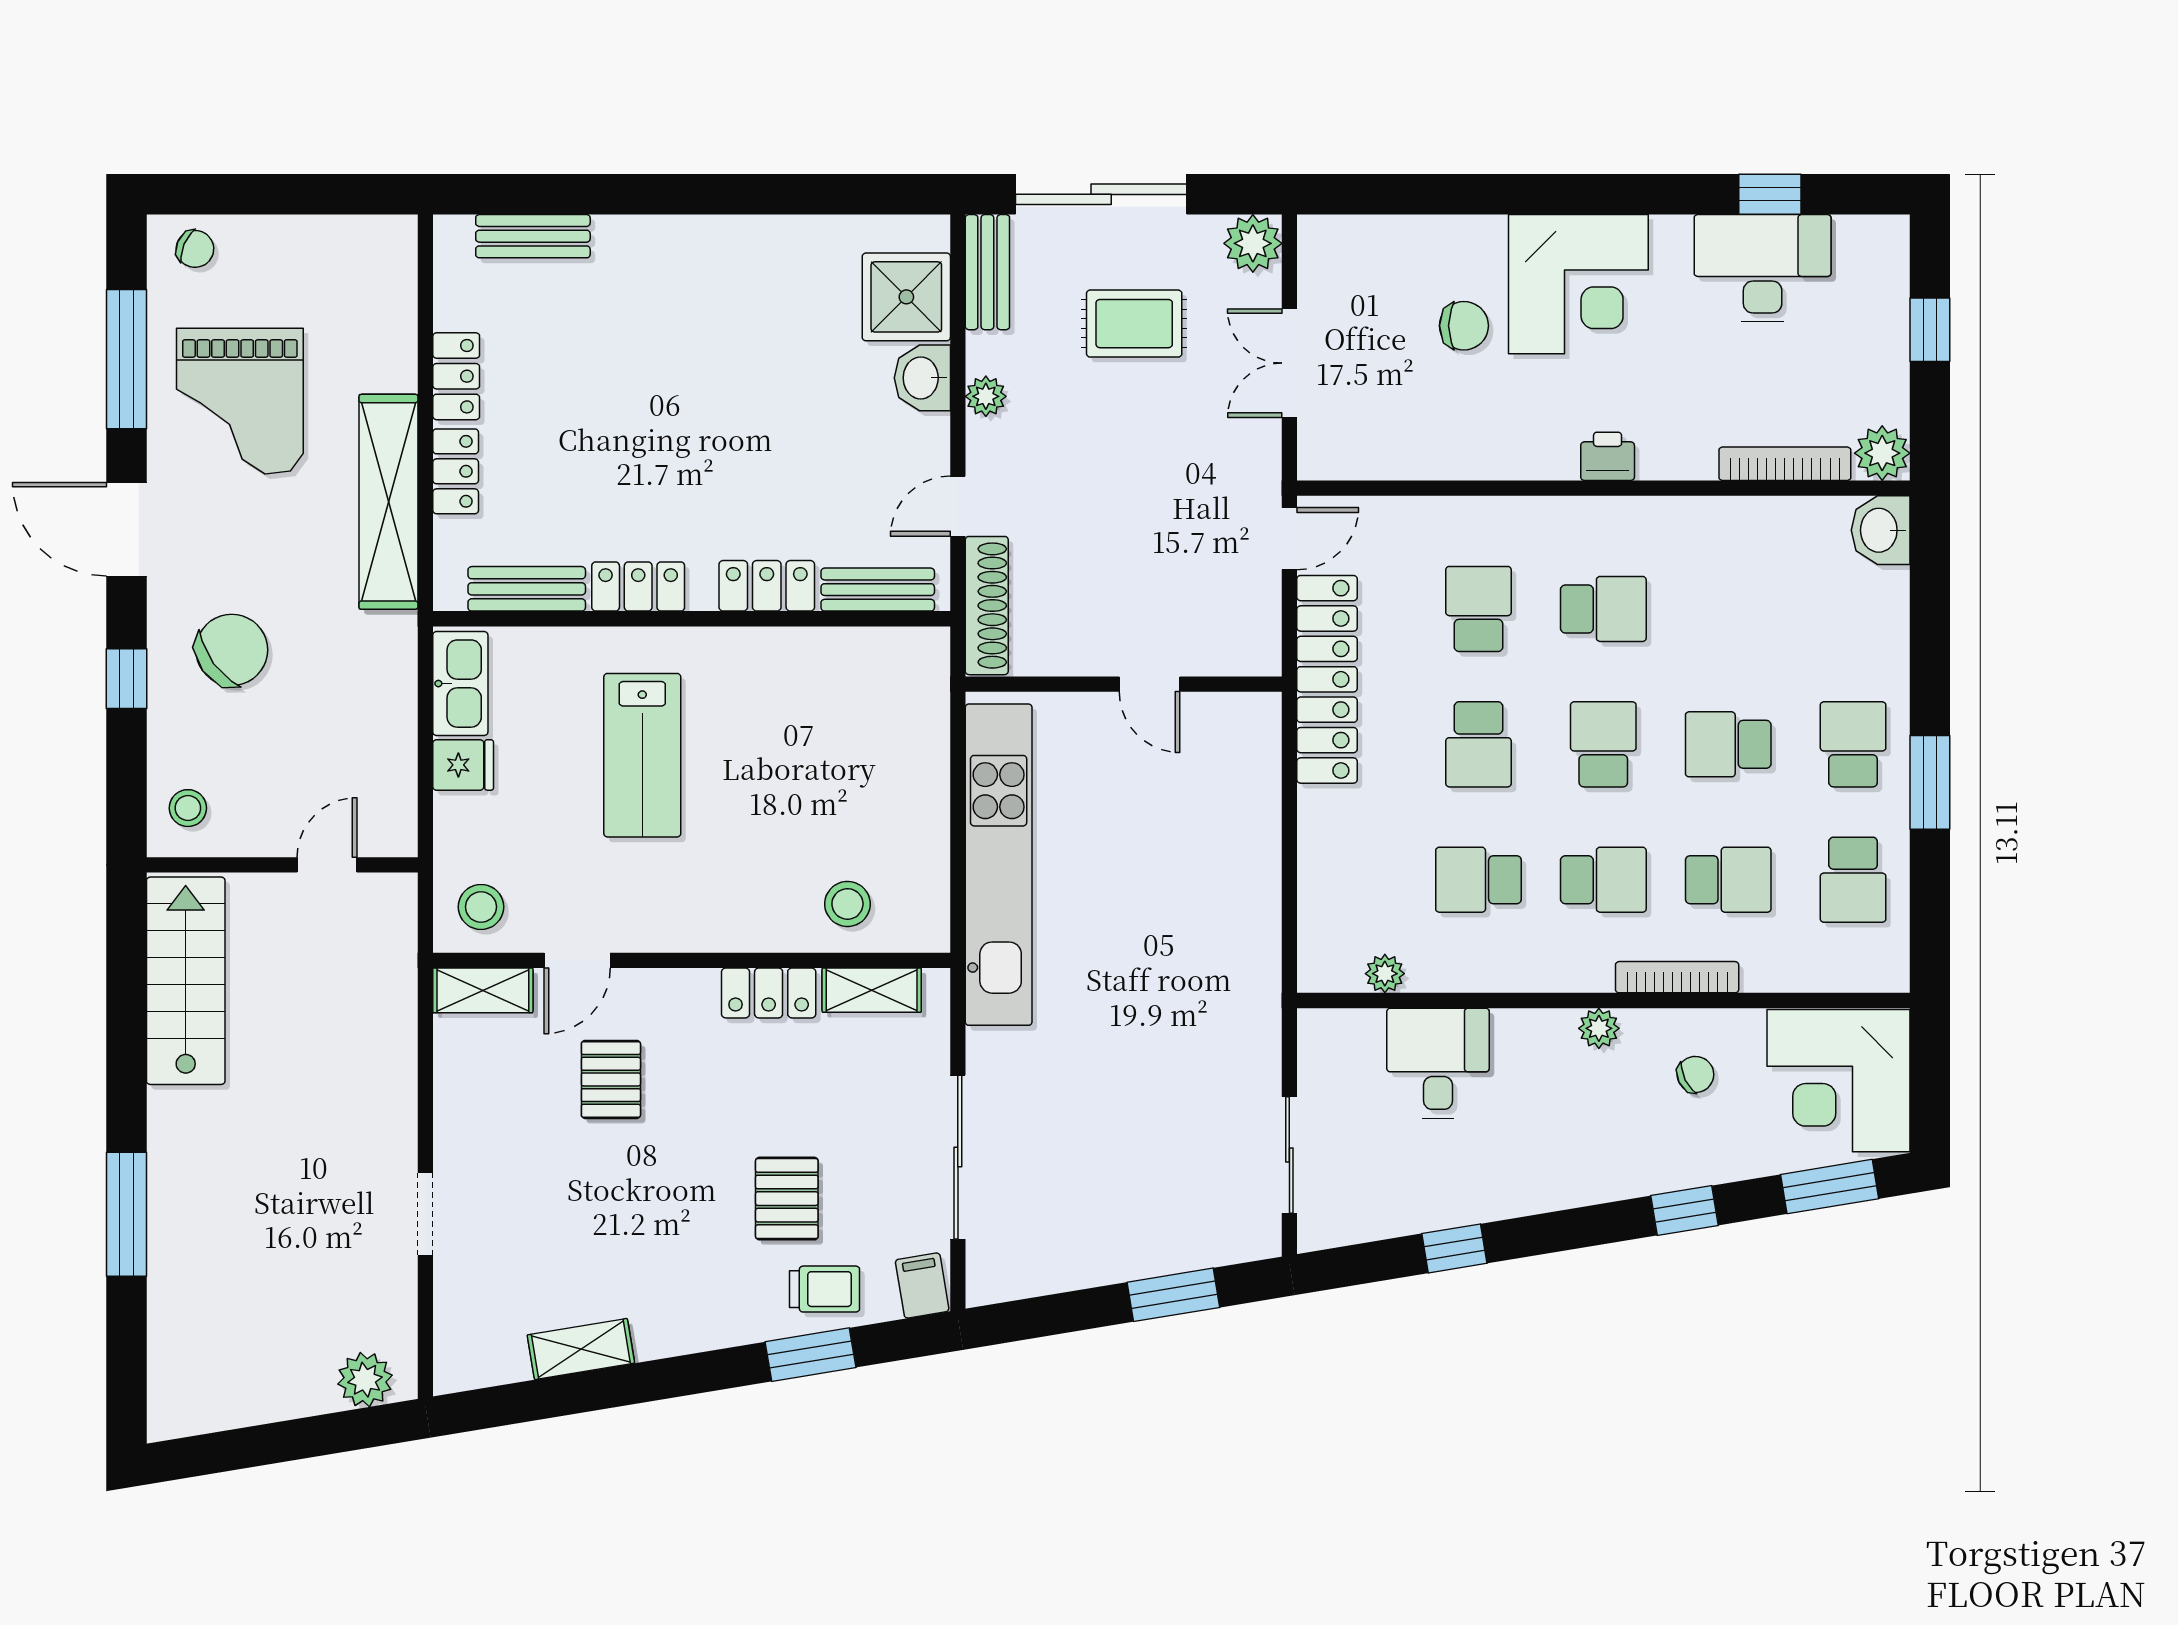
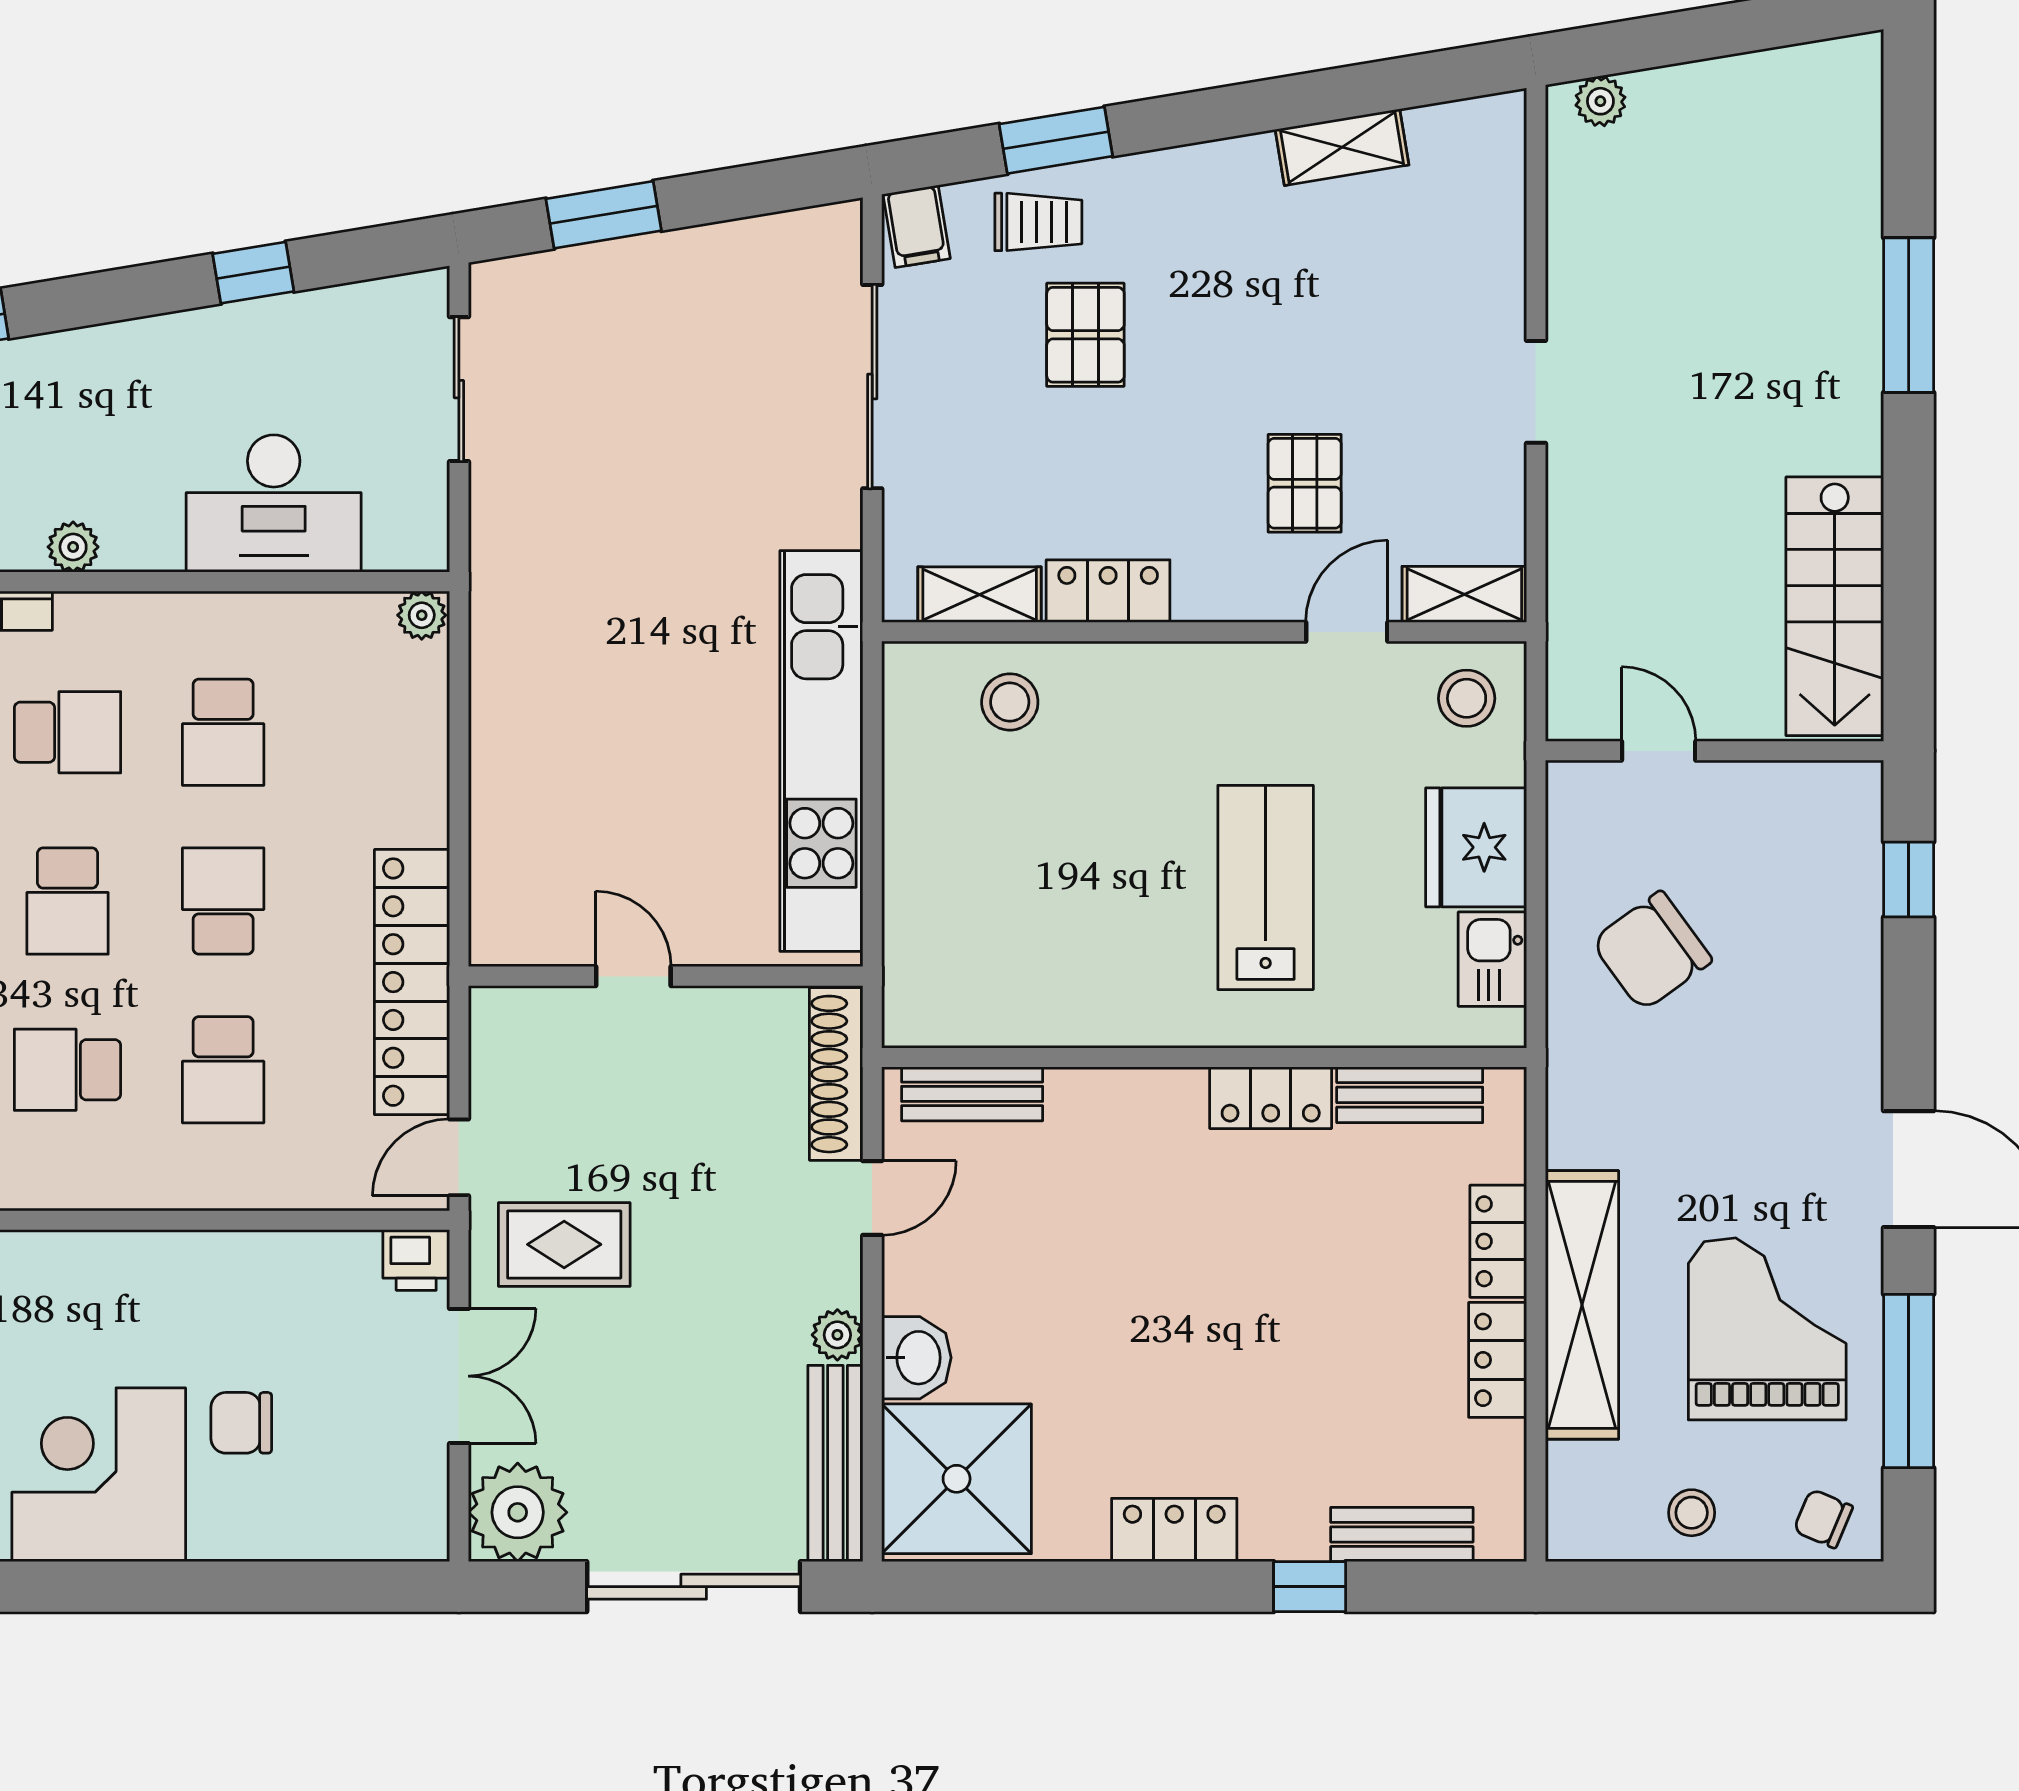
window: (607, 194) -> (1310, 1587), added
plant: (1253, 243) -> (518, 1512), width x1.36, depth x1.36
bench: (987, 272) -> (835, 1463), width x1.36
shower: (906, 297) -> (957, 1479), width x1.37, depth x1.37
rug: (1134, 324) -> (564, 1244), moved
printer: (1608, 456) -> (416, 1260), moved
shelving: (388, 502) -> (1582, 1305), moved
locker: (767, 586) -> (1174, 1530), moved, turned 180
chair: (232, 650) -> (1652, 951), moved
window: (126, 679) -> (1909, 879), moved
kitchen sink: (460, 684) -> (1492, 959), width x0.73
fridge: (463, 765) -> (1476, 847), width x1.88, depth x1.34
stool: (188, 808) -> (1692, 1513), moved
door: (327, 865) -> (1659, 751), swing flipped
school desk: (1478, 880) -> (223, 732), turned 90
school desk: (1603, 880) -> (68, 732), turned 180
plant: (1385, 974) -> (422, 615), moved
desk: (1438, 1063) -> (274, 504), width x1.37
doorway: (425, 1214) -> (1536, 392), moved
trolley: (825, 1289) -> (1038, 222), turned 180
plant: (365, 1380) -> (1600, 101), width x0.73, depth x0.73

